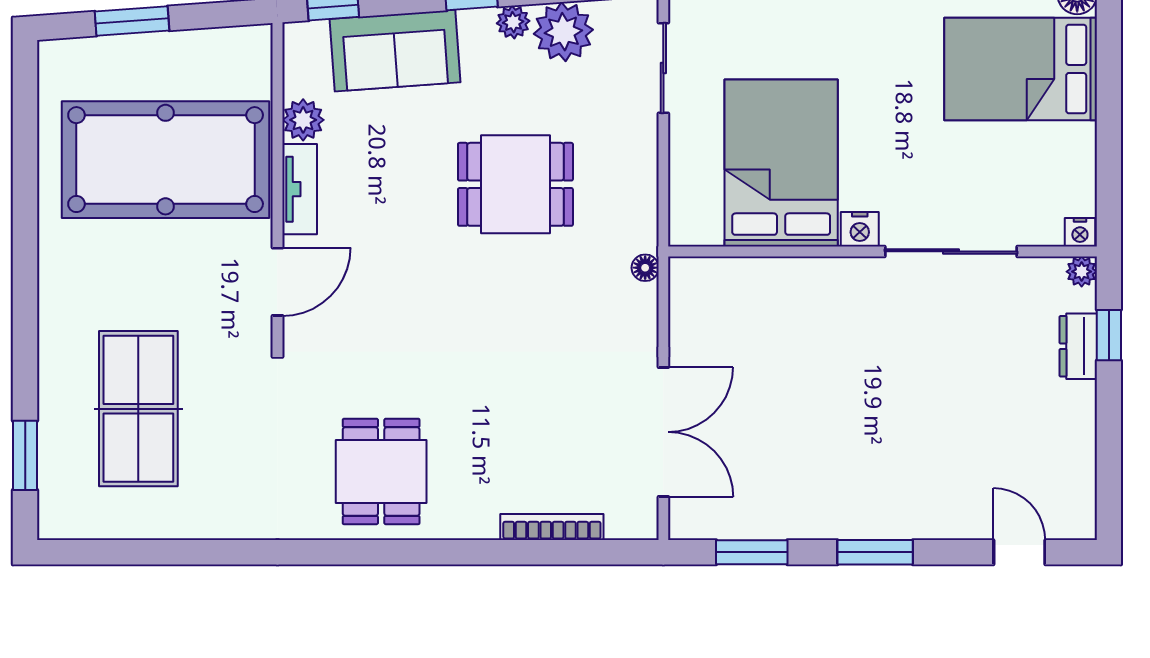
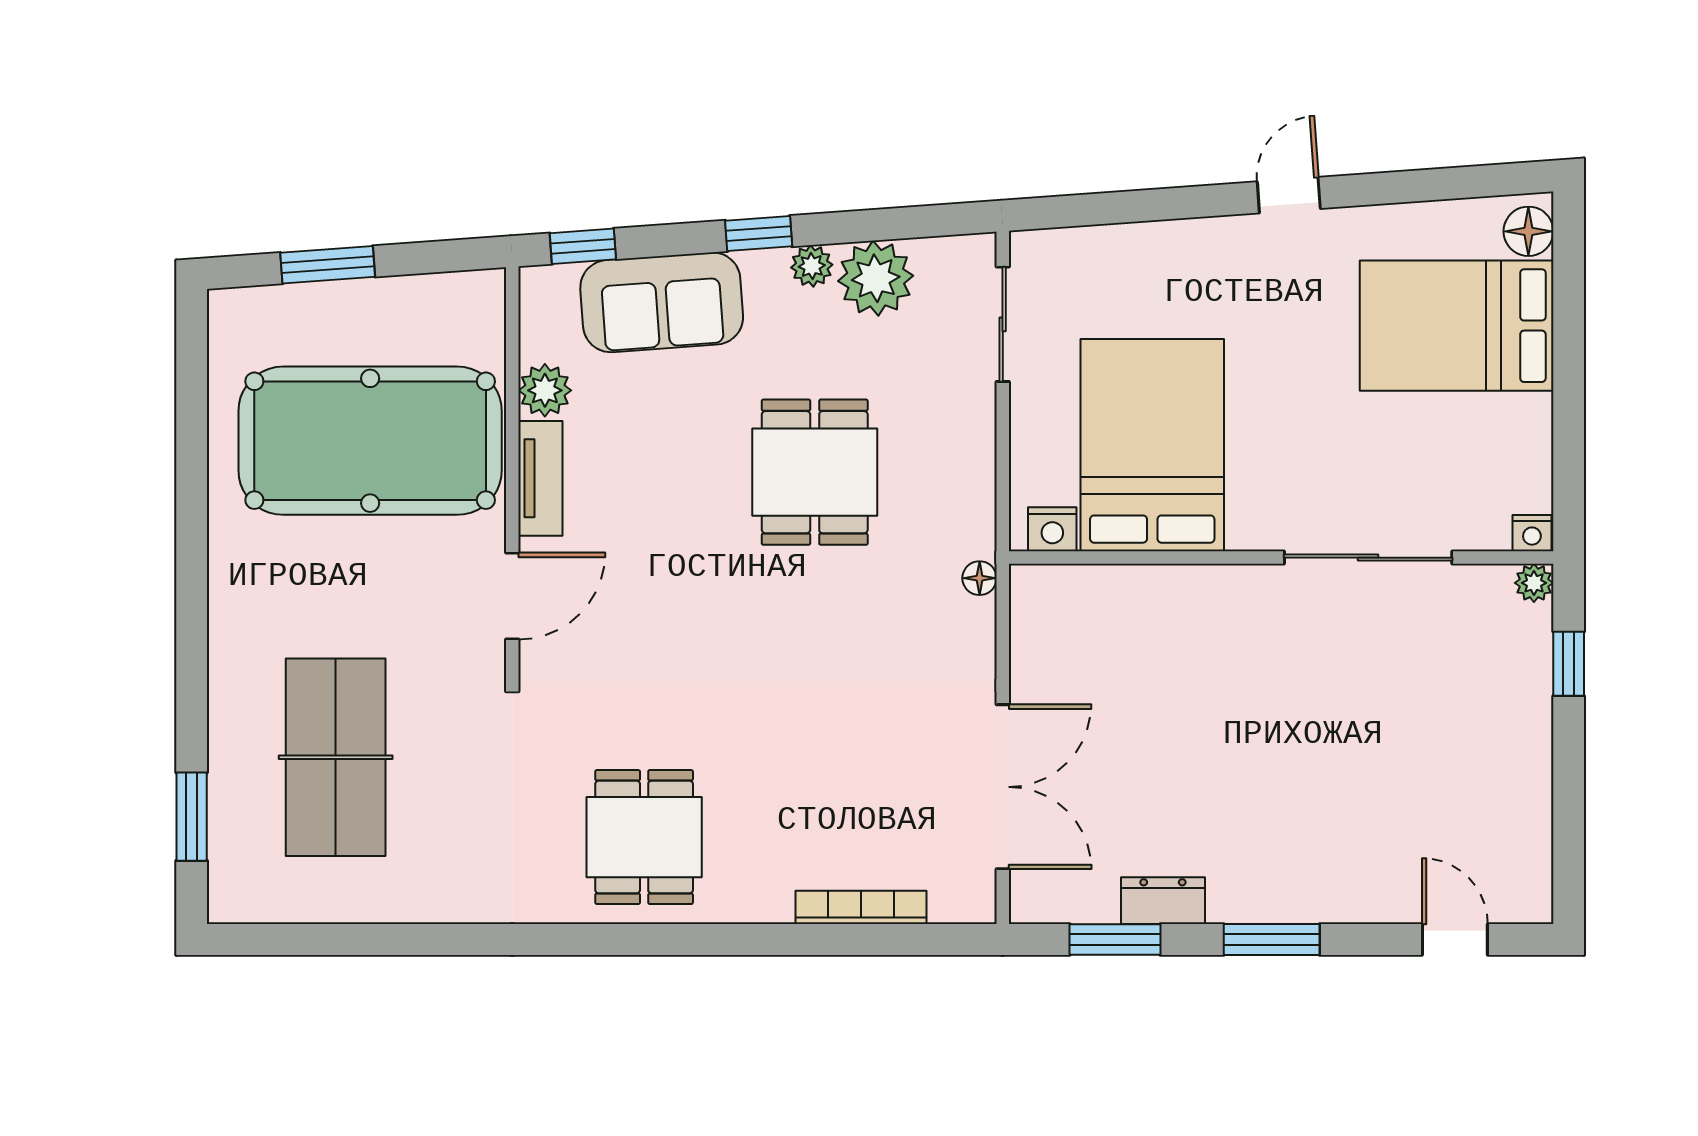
dining table: (515, 184) -> (815, 472), turned 90
nightstand: (860, 229) -> (1052, 529), moved
dresser: (1078, 346) -> (1163, 901), moved, turned 90

